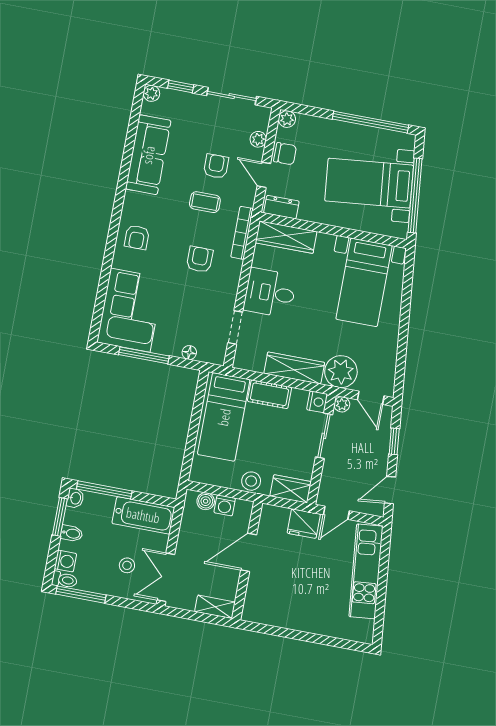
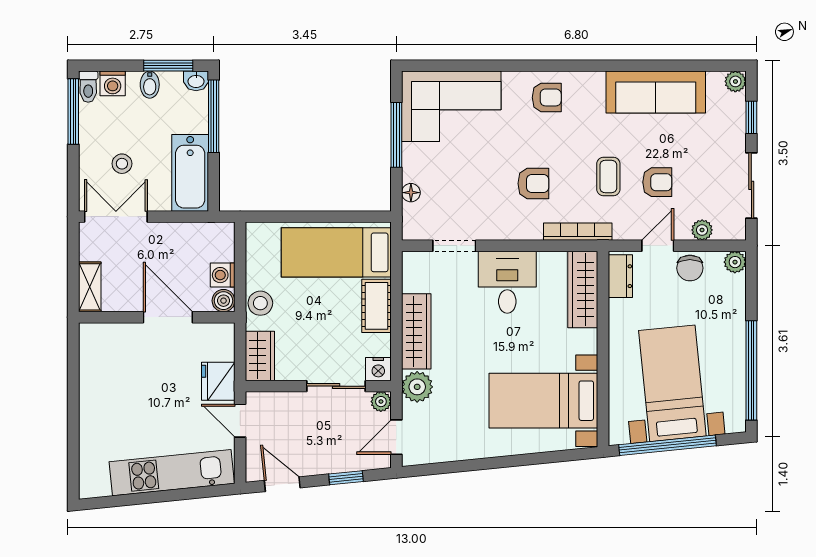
armchair: (137, 237) -> (547, 97), turned 180
plant: (341, 372) -> (417, 387), width x0.73, depth x0.73
boiler: (206, 501) -> (223, 301), moved

